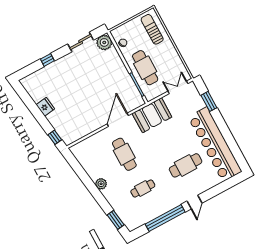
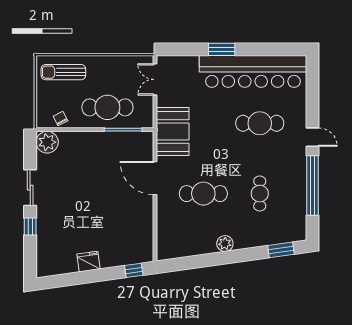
sliding door: (81, 42) -> (30, 188), moved
window: (209, 101) -> (222, 49), moved
cafe table: (186, 165) -> (260, 123), turned 90

